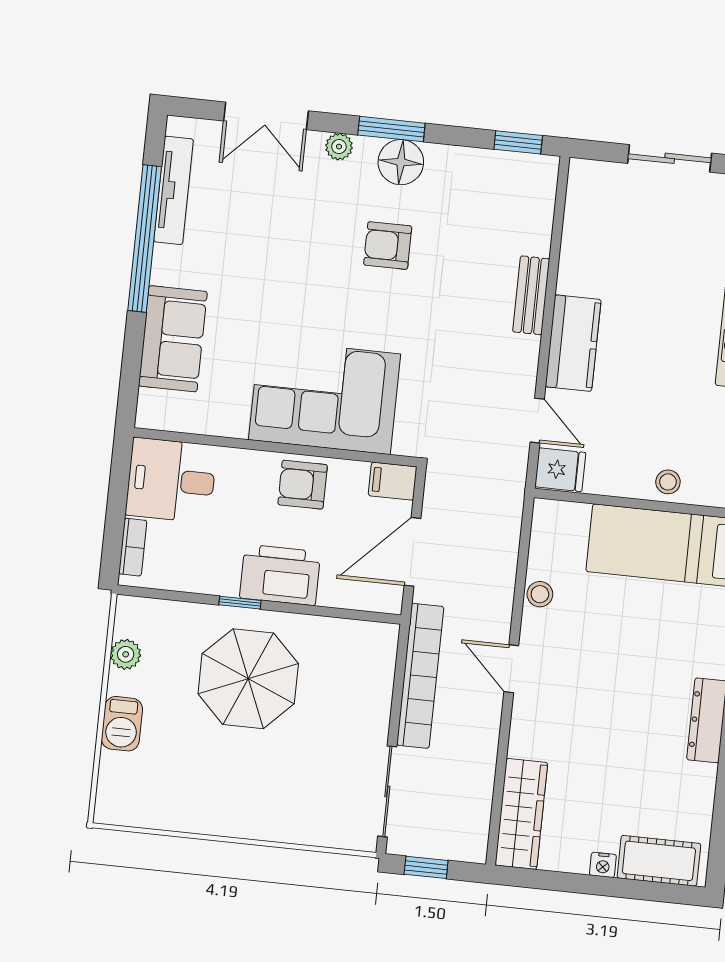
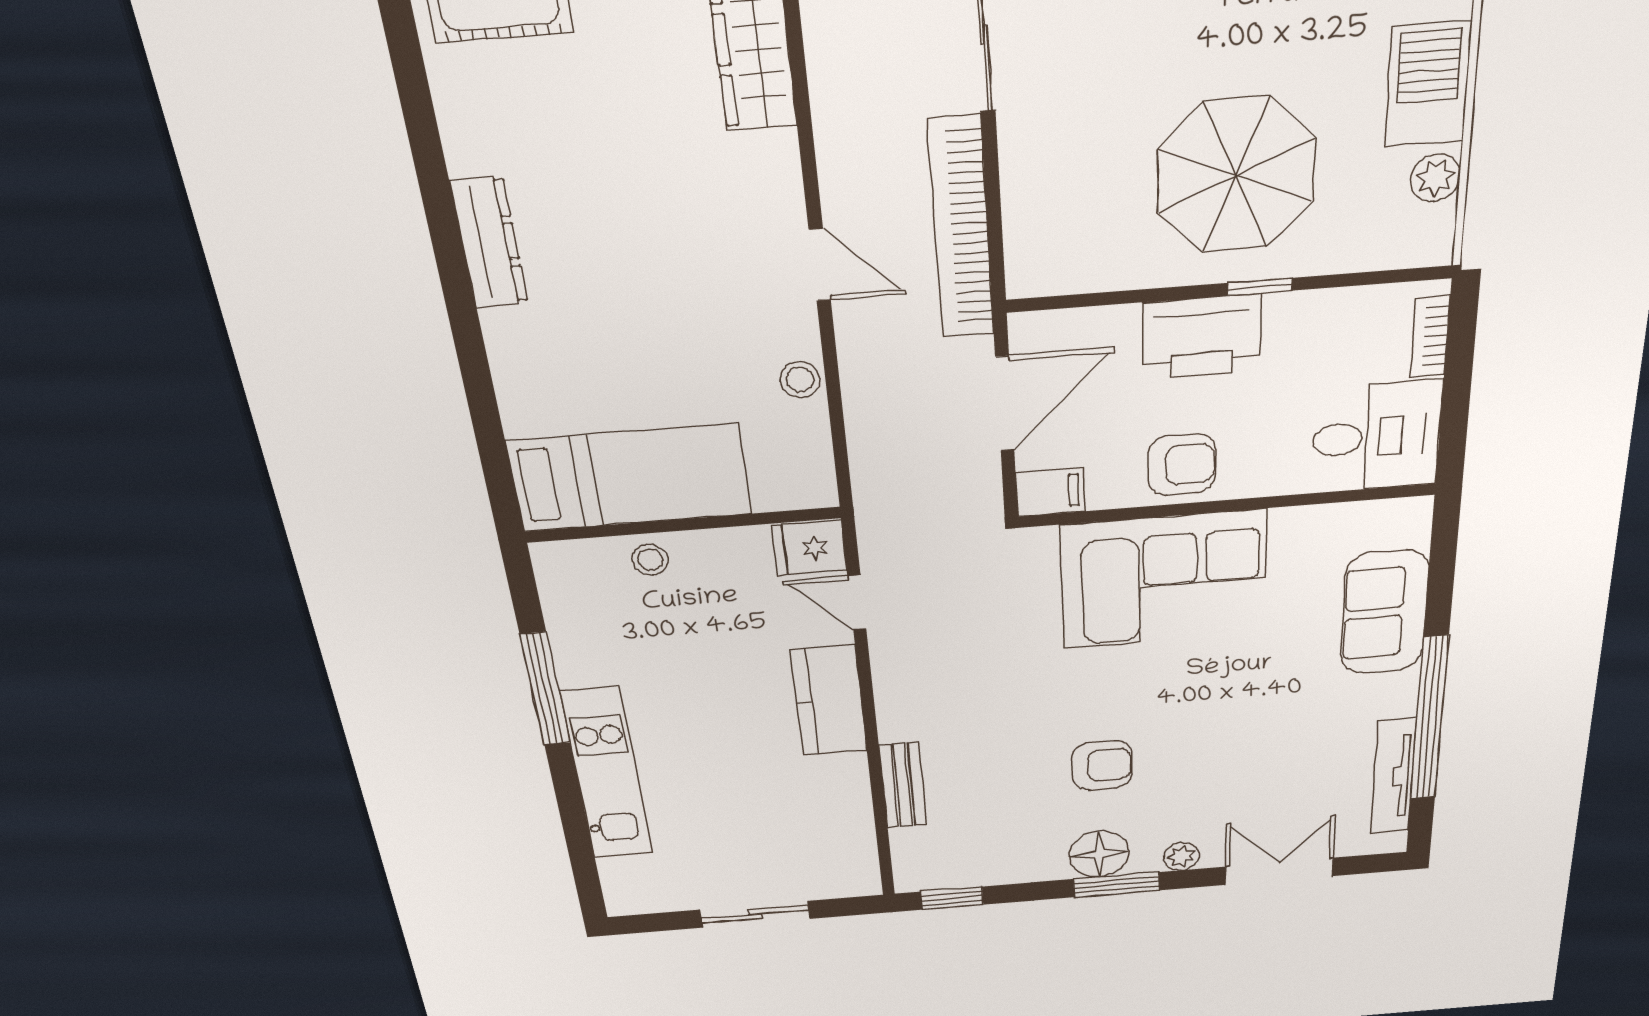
bench: (531, 295) -> (903, 785), moved
barbecue: (122, 724) -> (1428, 84), width x1.38, depth x1.27

